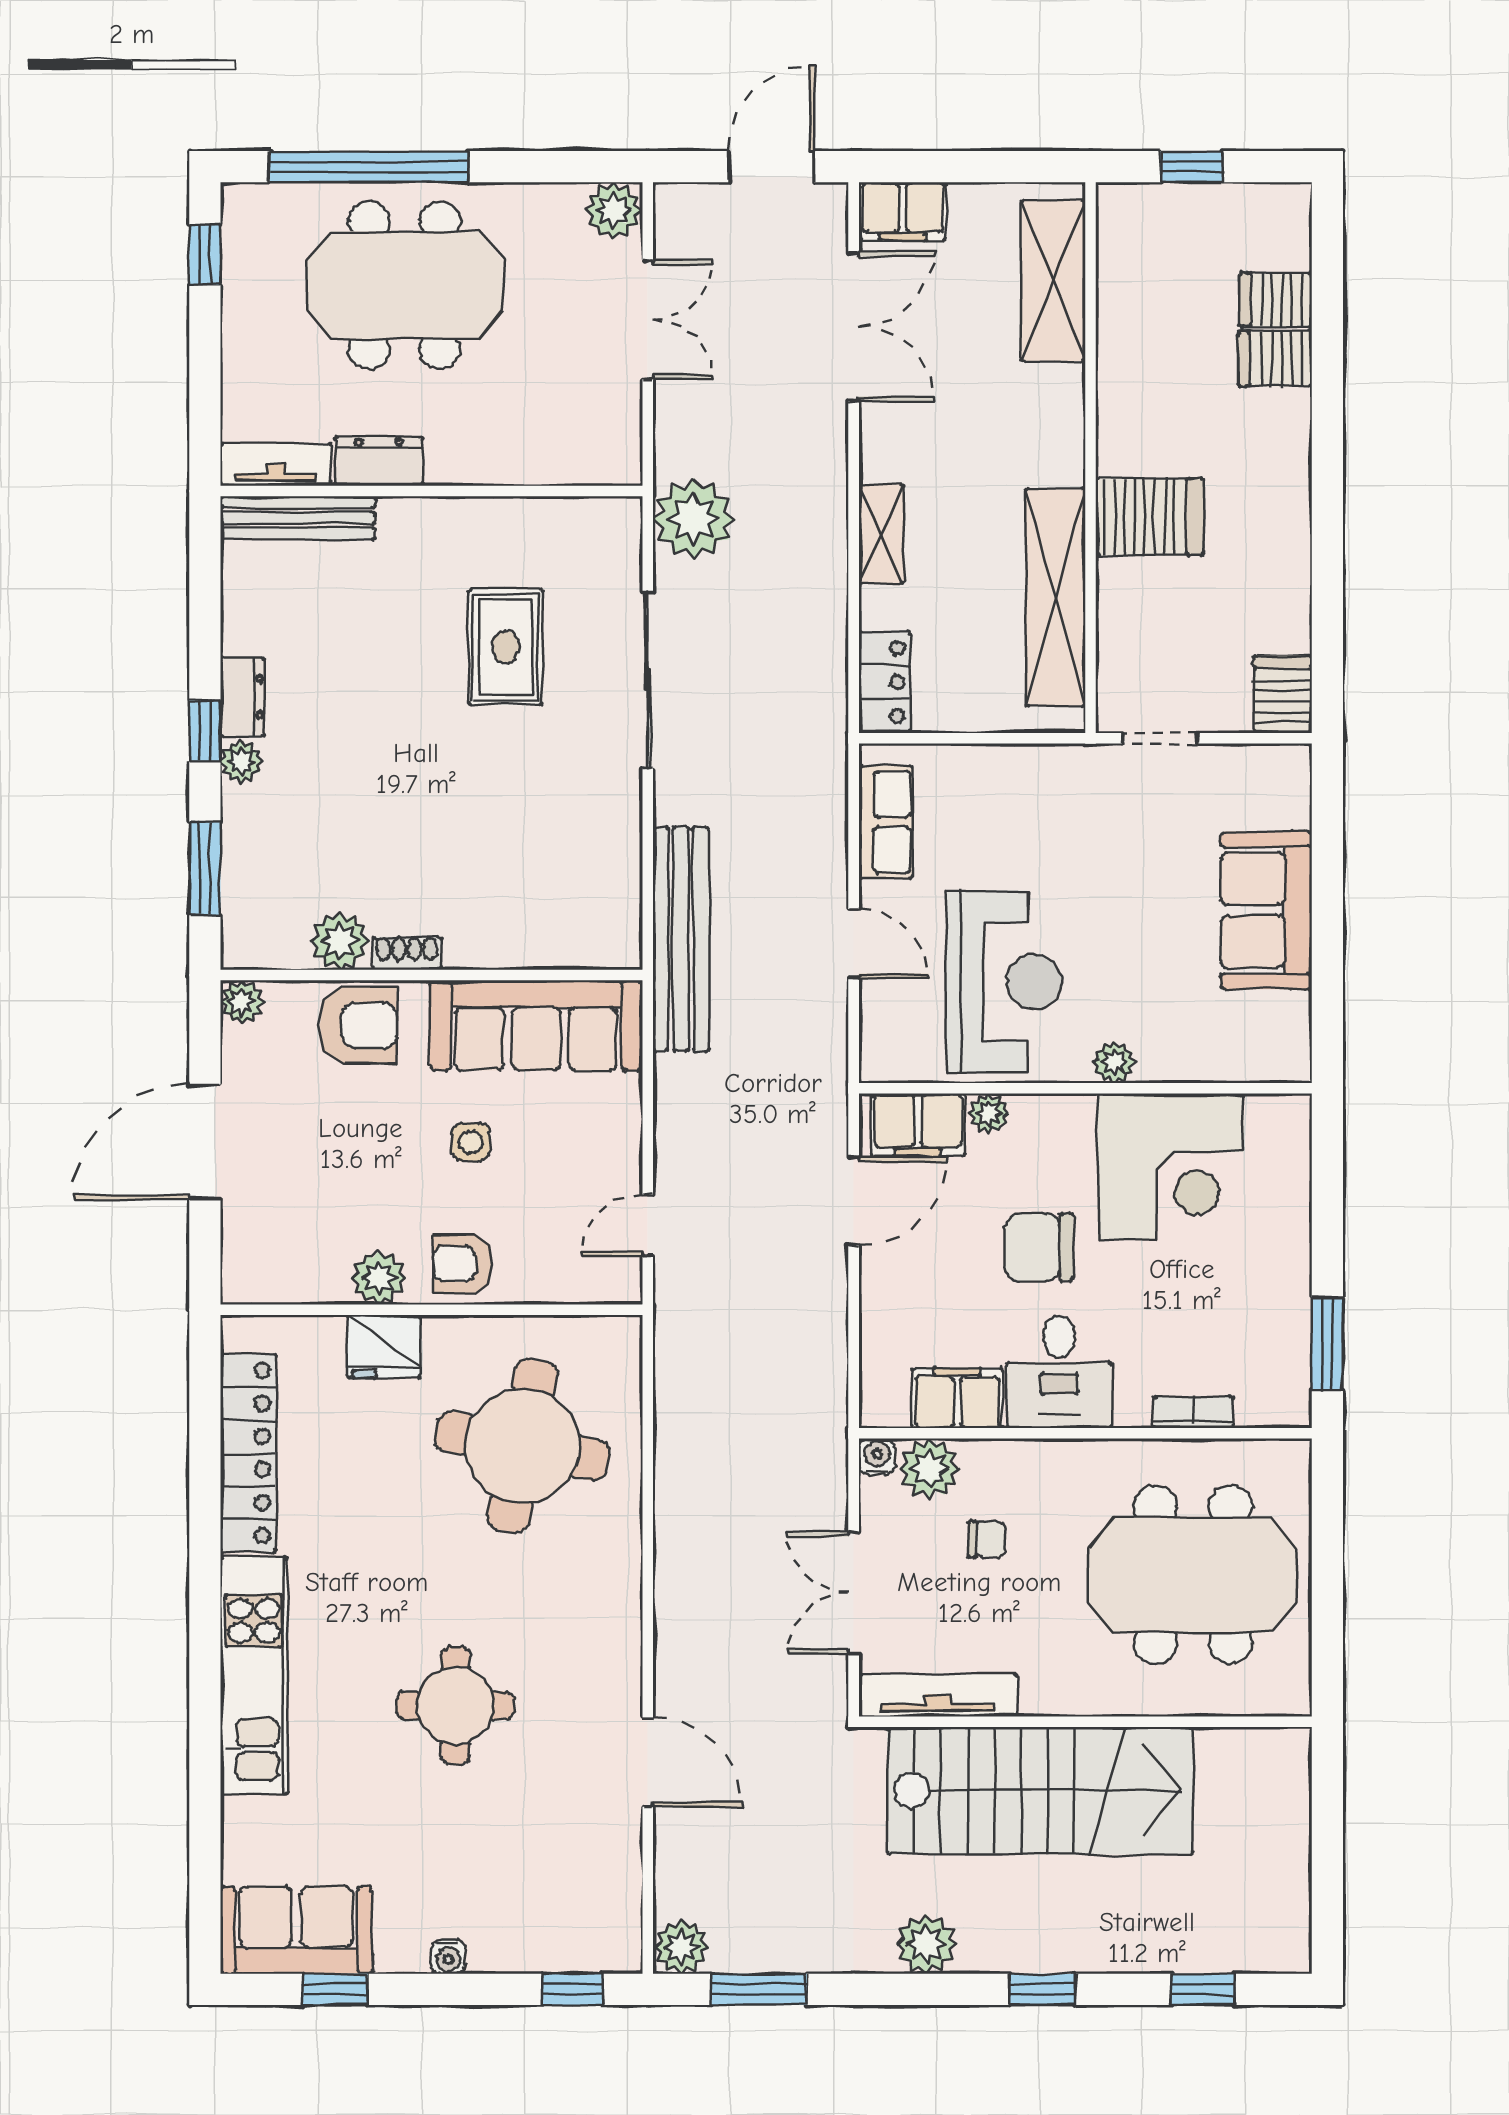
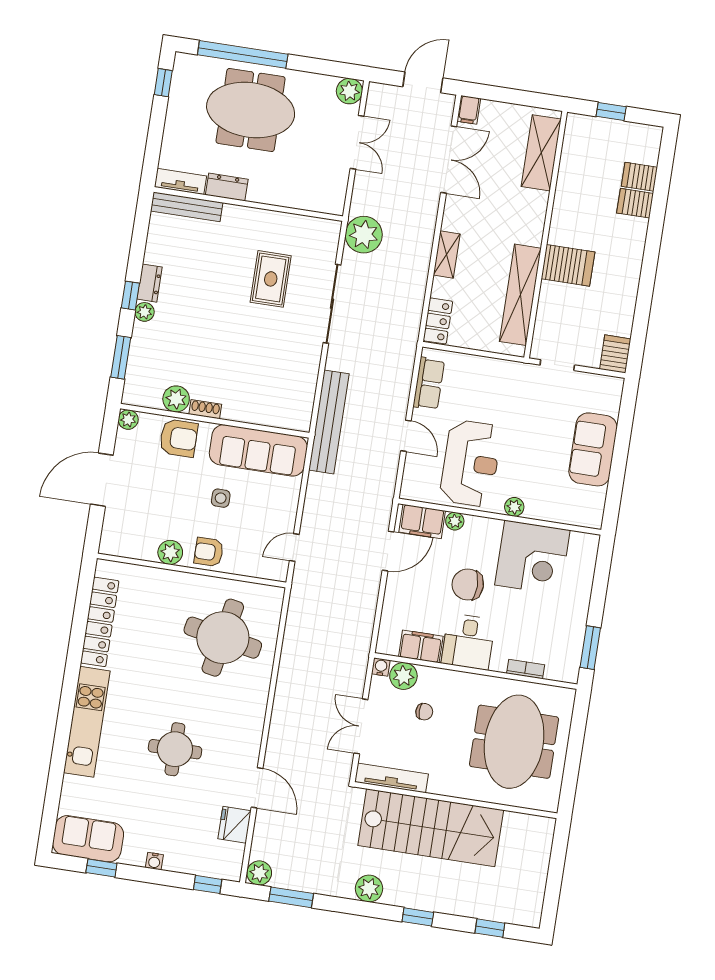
filing cabinet: (902, 211) -> (469, 110), width x0.50
fridge: (384, 1346) -> (235, 825), moved, turned 90
meeting table: (1193, 1575) -> (514, 742), turned 90

